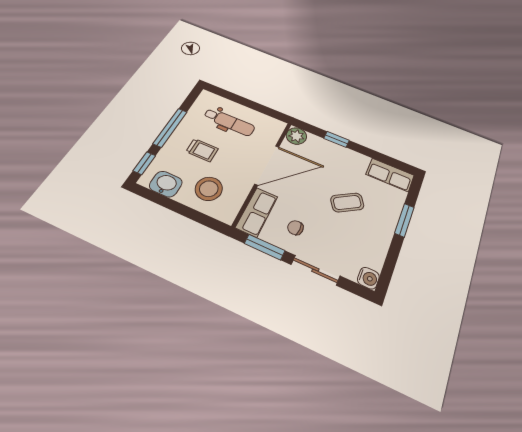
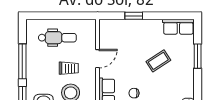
plant: (296, 136) -> (106, 27), removed
trolley: (202, 150) -> (69, 68), moved
door: (267, 165) -> (98, 59), width x0.53

